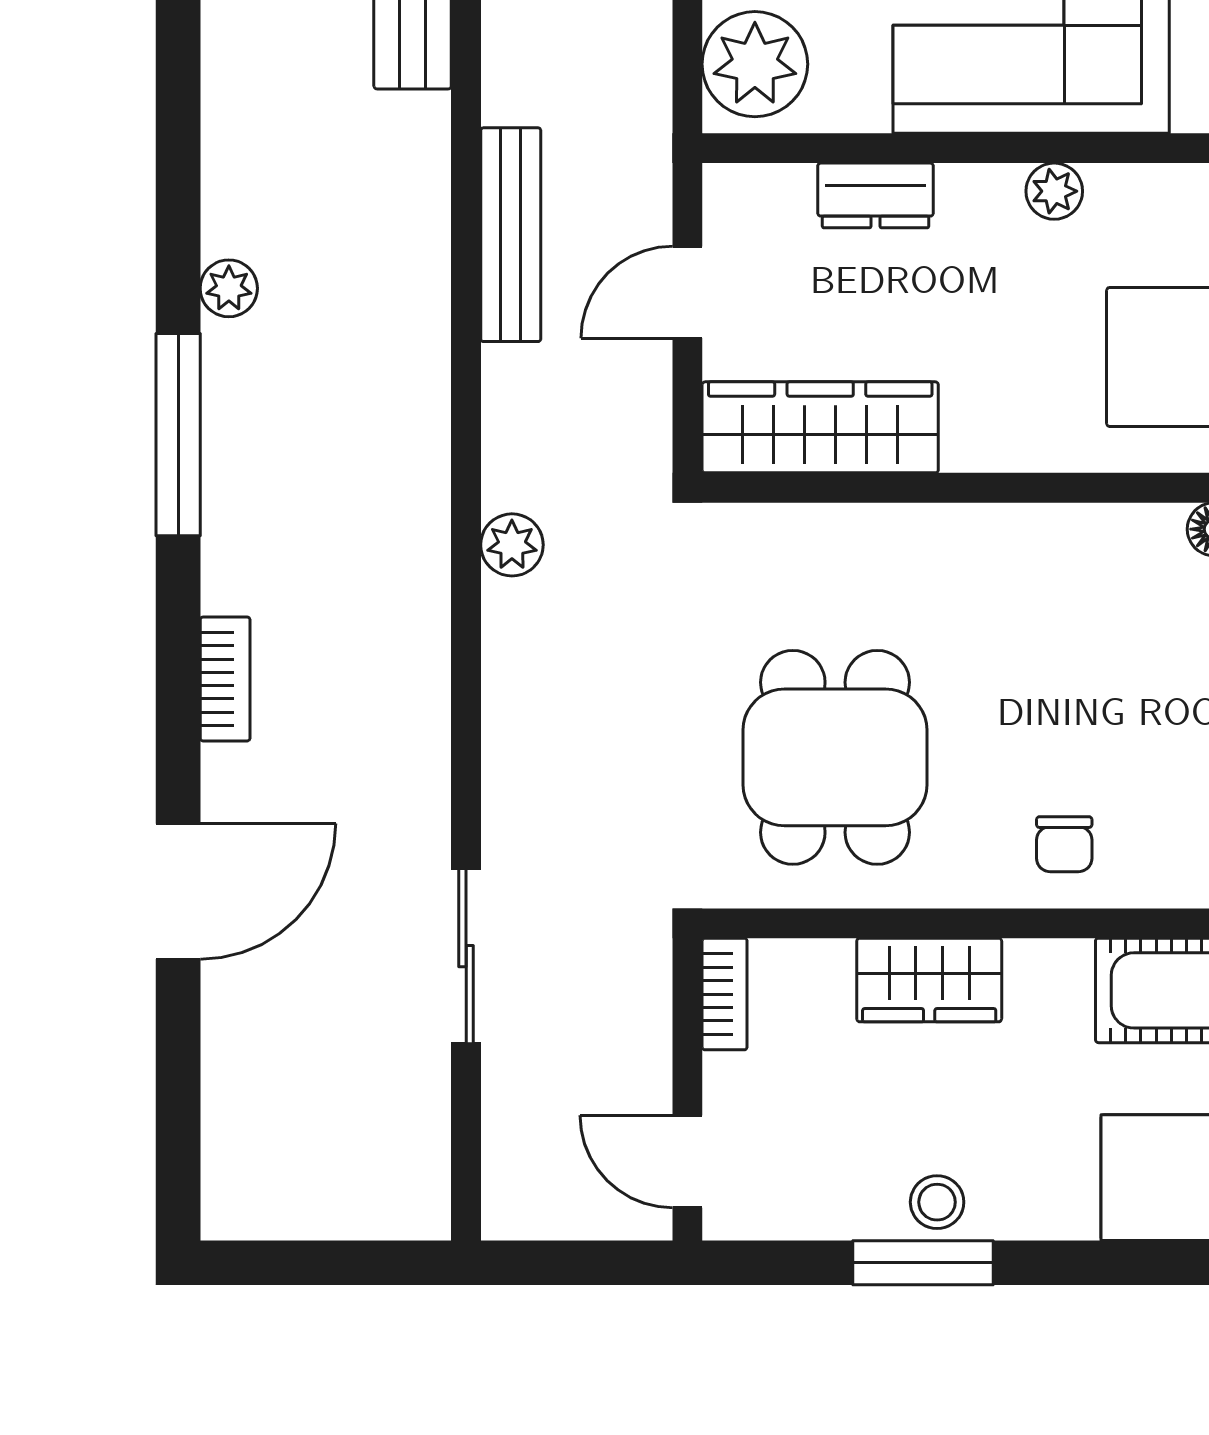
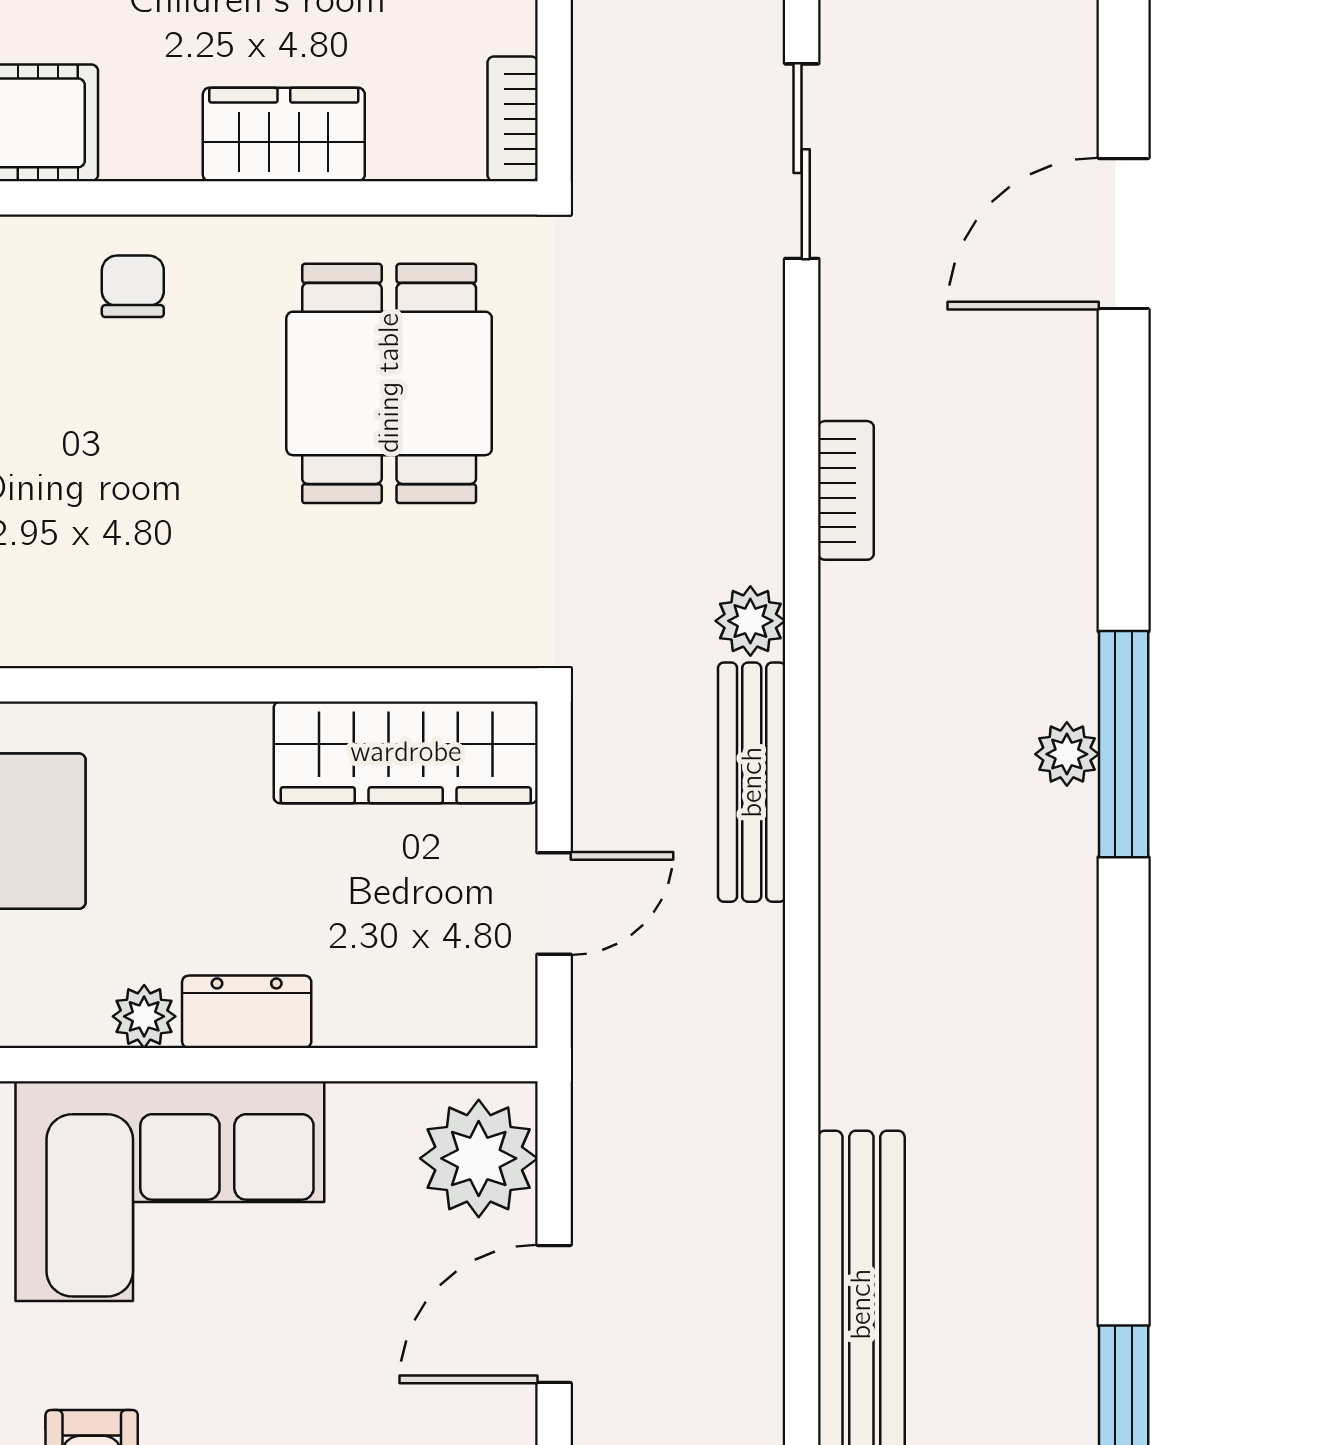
dresser: (876, 195) -> (247, 1012), moved
bench: (511, 235) -> (752, 782), moved
plant: (229, 288) -> (1067, 754), moved
bookcase: (225, 679) -> (846, 490), moved, turned 180

